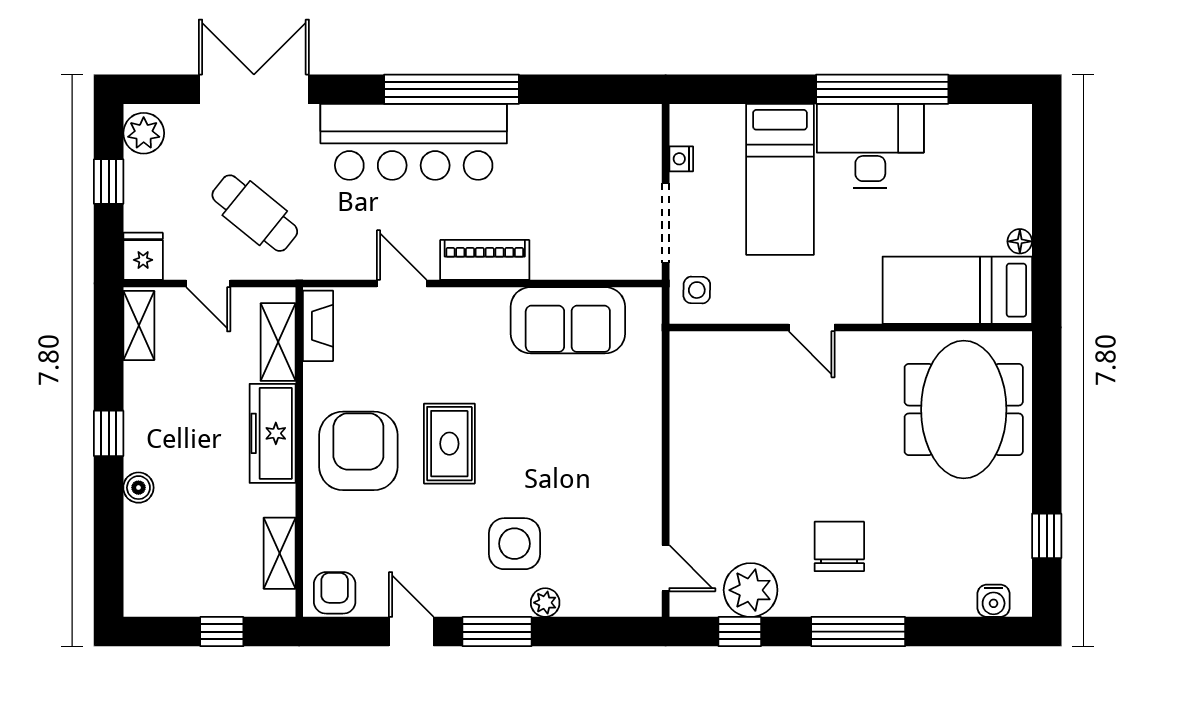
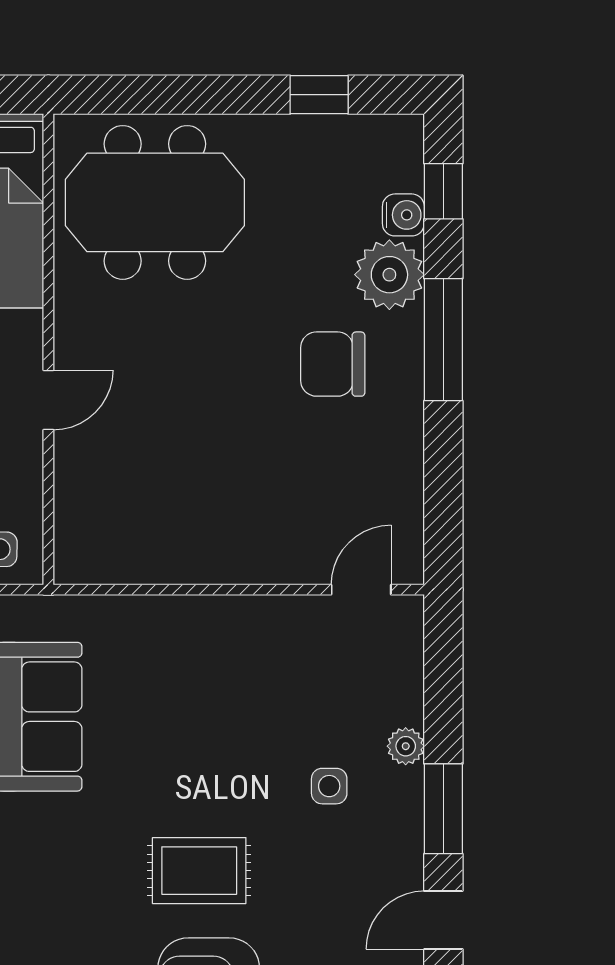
side table: (514, 544) -> (329, 786), width x0.54, depth x0.54
plant: (751, 590) -> (389, 275), moved
water cooler: (994, 601) -> (403, 215), moved
window: (740, 632) -> (443, 191), moved

